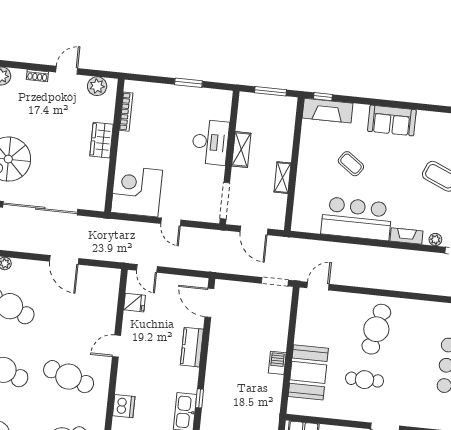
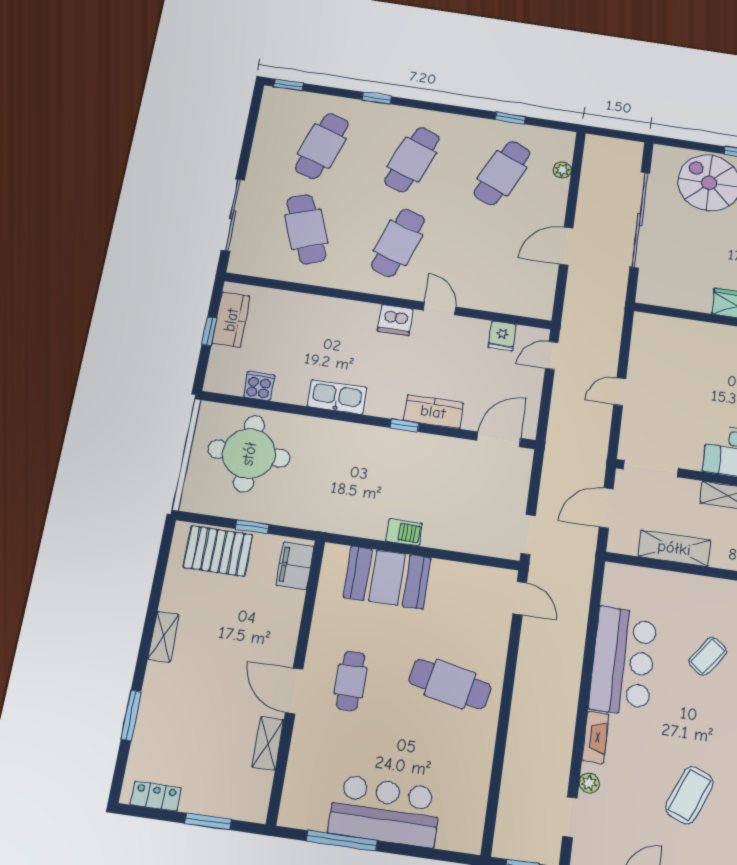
shelving: (283, 178) -> (674, 548), width x1.50, depth x1.33
corner desk: (137, 191) -> (665, 348), removed
cafe table: (365, 380) -> (351, 681), moved
window: (200, 398) -> (404, 425), moved
dishwasher: (124, 406) -> (395, 320), moved

